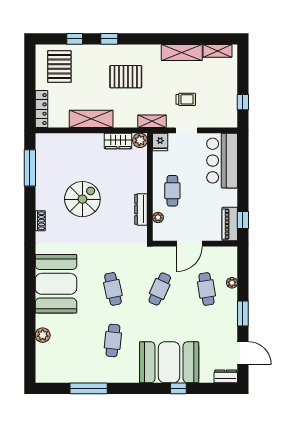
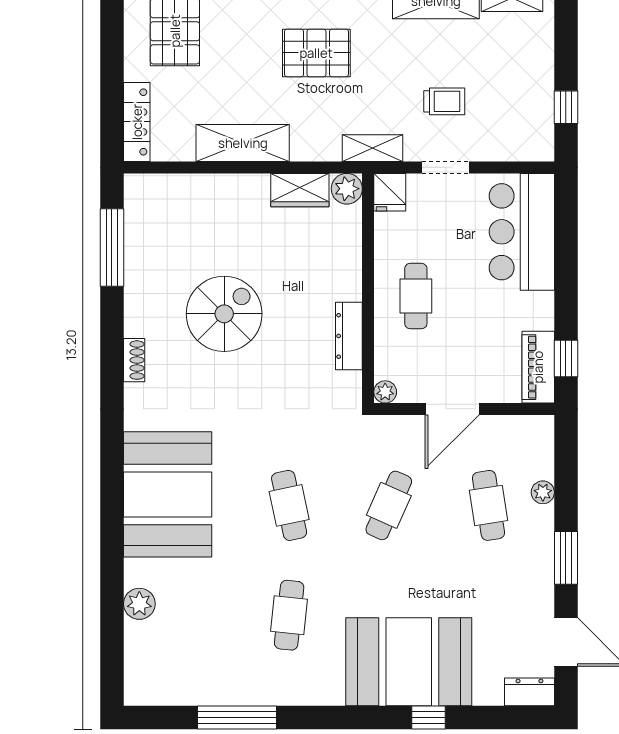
plant: (158, 217) -> (385, 392), moved

